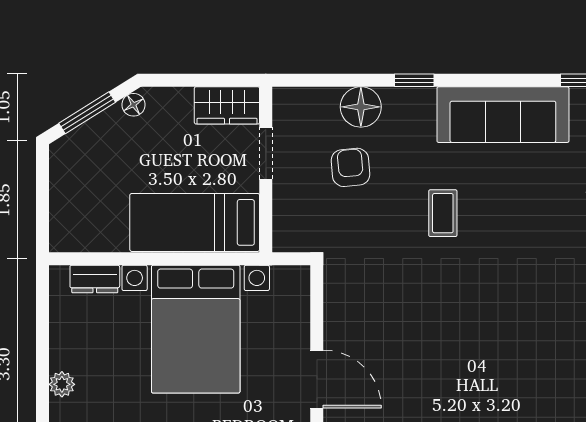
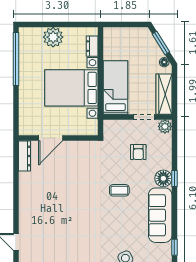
plant: (289, 103) -> (165, 126), added
wardrobe: (227, 105) -> (164, 94), width x1.50
floor lamp: (361, 107) -> (163, 178), moved
armchair: (350, 167) -> (138, 152), turned 95
plant: (62, 384) -> (53, 37), width x1.87, depth x1.87

